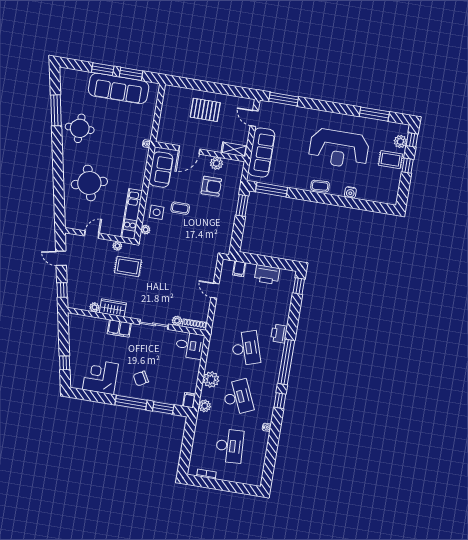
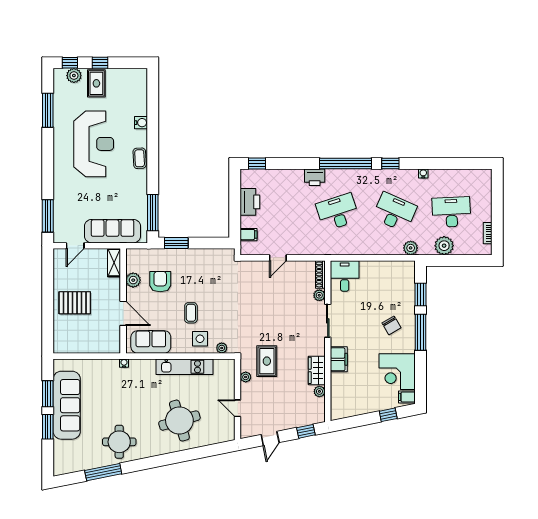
pallet: (205, 110) -> (75, 303), turned 90
kitchen unit: (132, 214) -> (184, 367), moved
plant: (211, 380) -> (444, 246), moved
desk: (238, 397) -> (395, 212), turned 48
filing cabinet: (189, 400) -> (407, 397), moved

